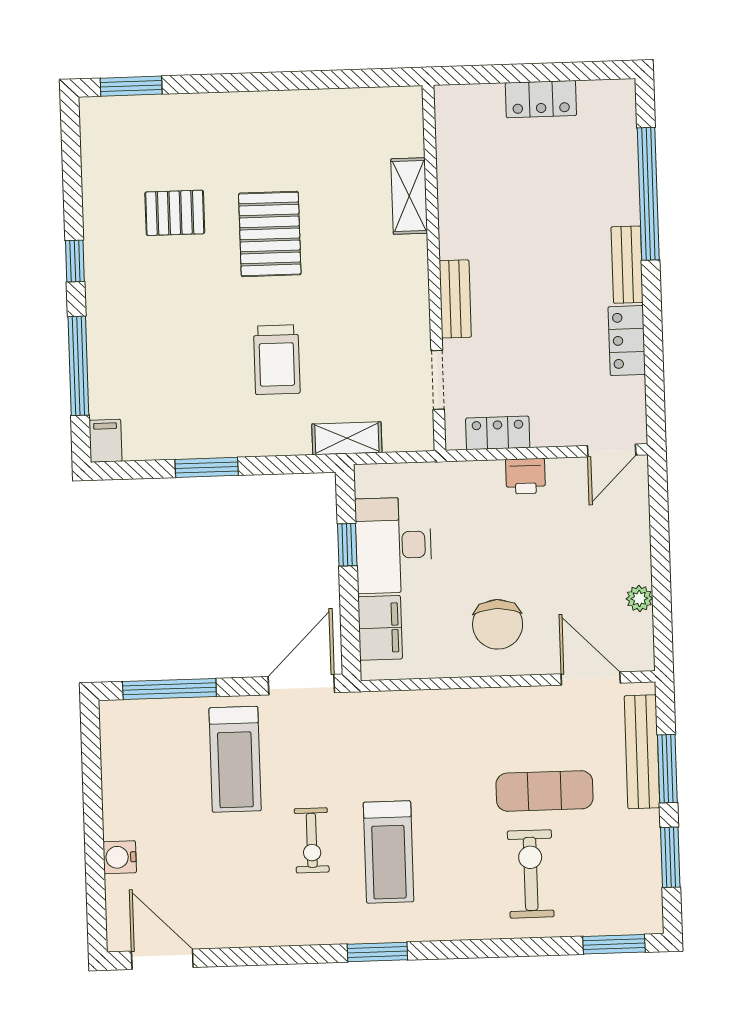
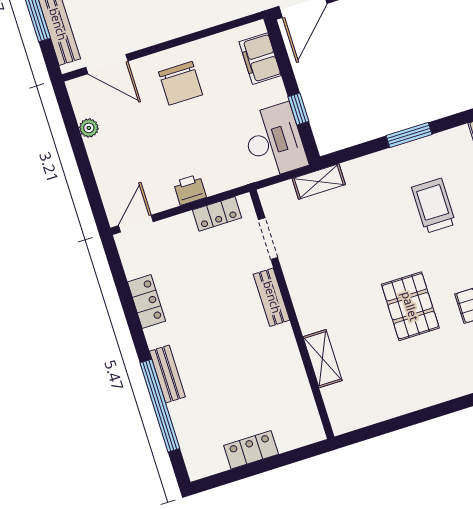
bench: (627, 265) -> (167, 374), moved
trolley: (277, 360) -> (434, 206), moved
desk: (393, 545) -> (274, 141), moved
chair: (498, 624) -> (181, 83), turned 180

